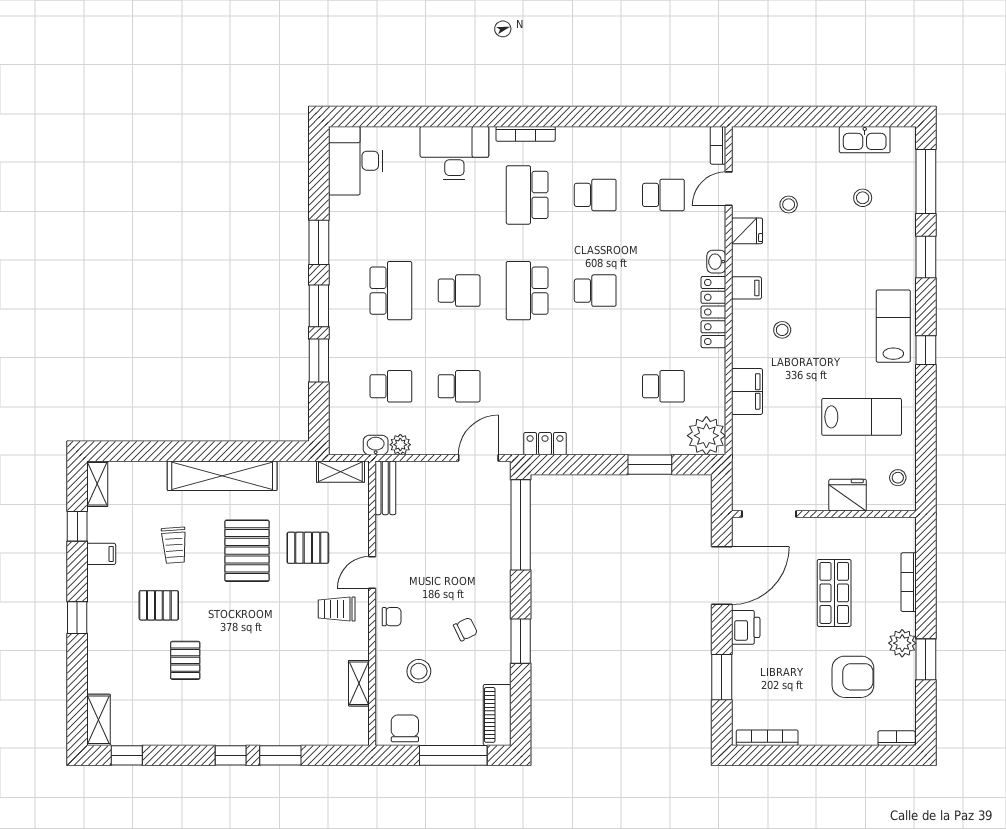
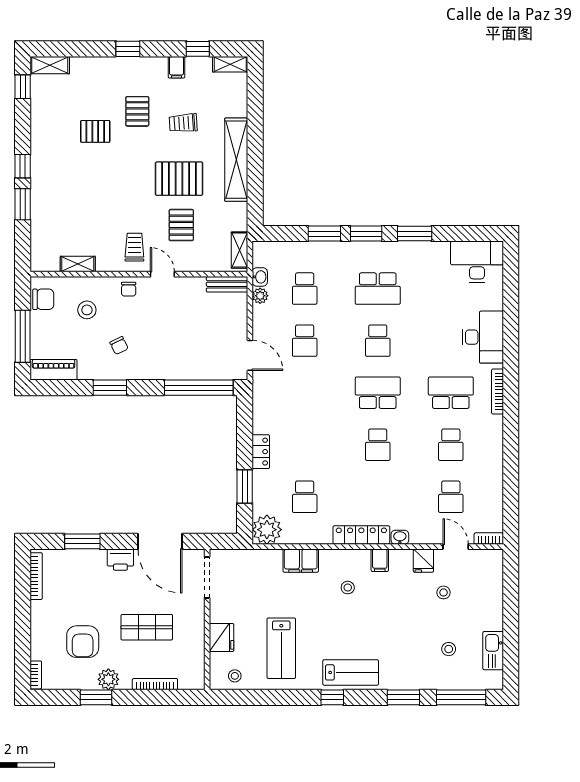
locker: (545, 444) -> (261, 452), moved

